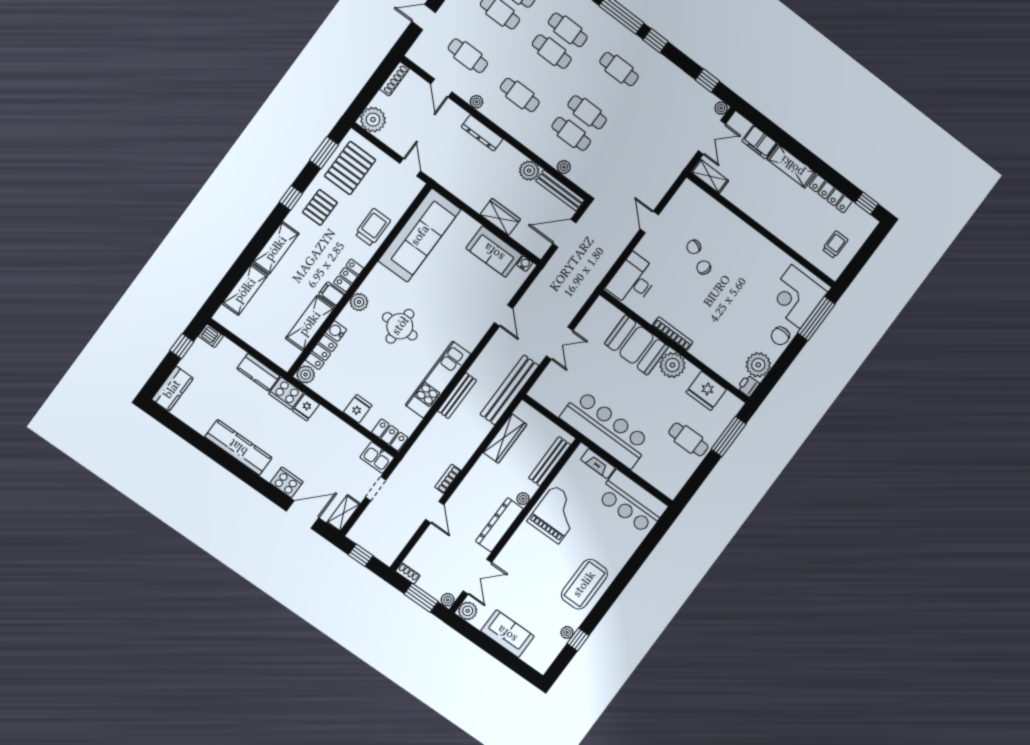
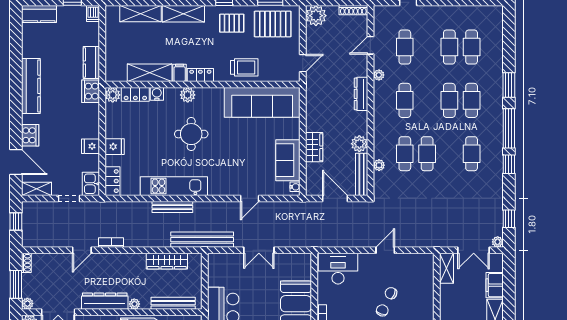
fridge: (306, 407) -> (91, 146), moved

